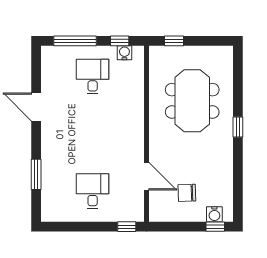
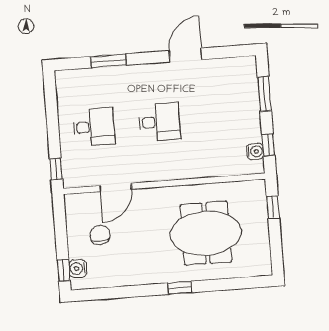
window: (75, 41) -> (264, 94), width x0.69
desk: (93, 77) -> (160, 122), moved

